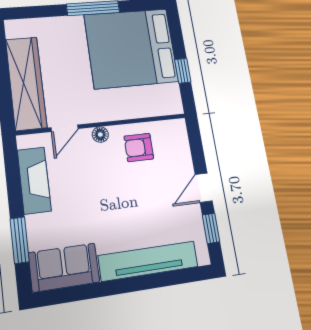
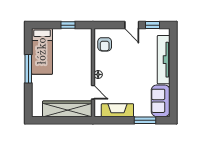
bed: (131, 48) -> (42, 51), width x0.49
armchair: (139, 147) -> (105, 44), moved

